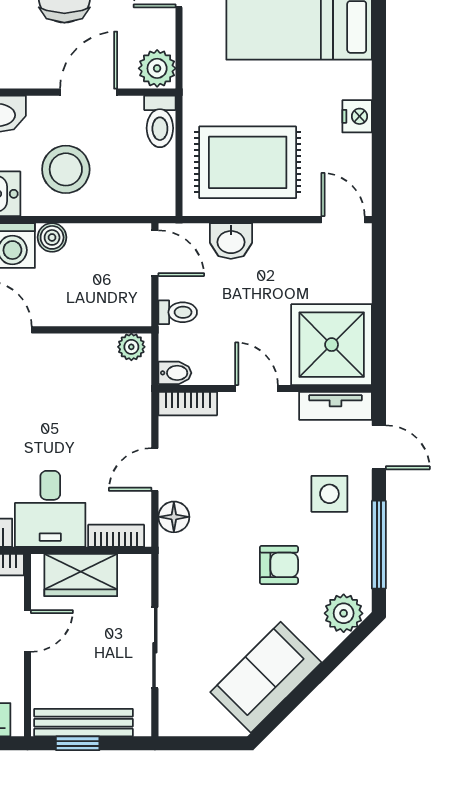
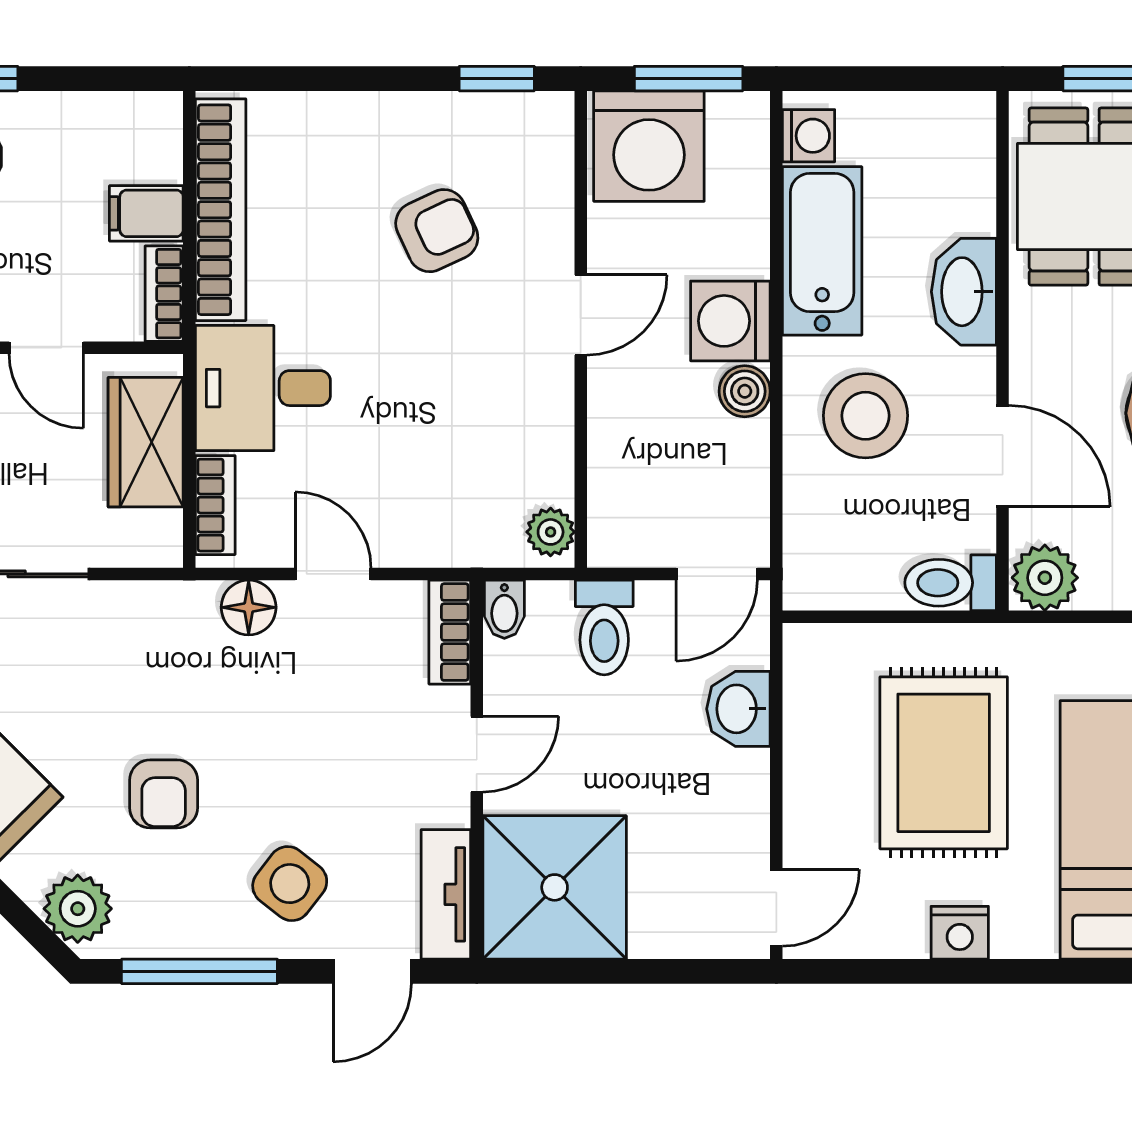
rug: (248, 162) -> (944, 763), moved
toilet: (178, 312) -> (604, 627), width x1.37, depth x1.39
side table: (329, 494) -> (290, 884), turned 38

